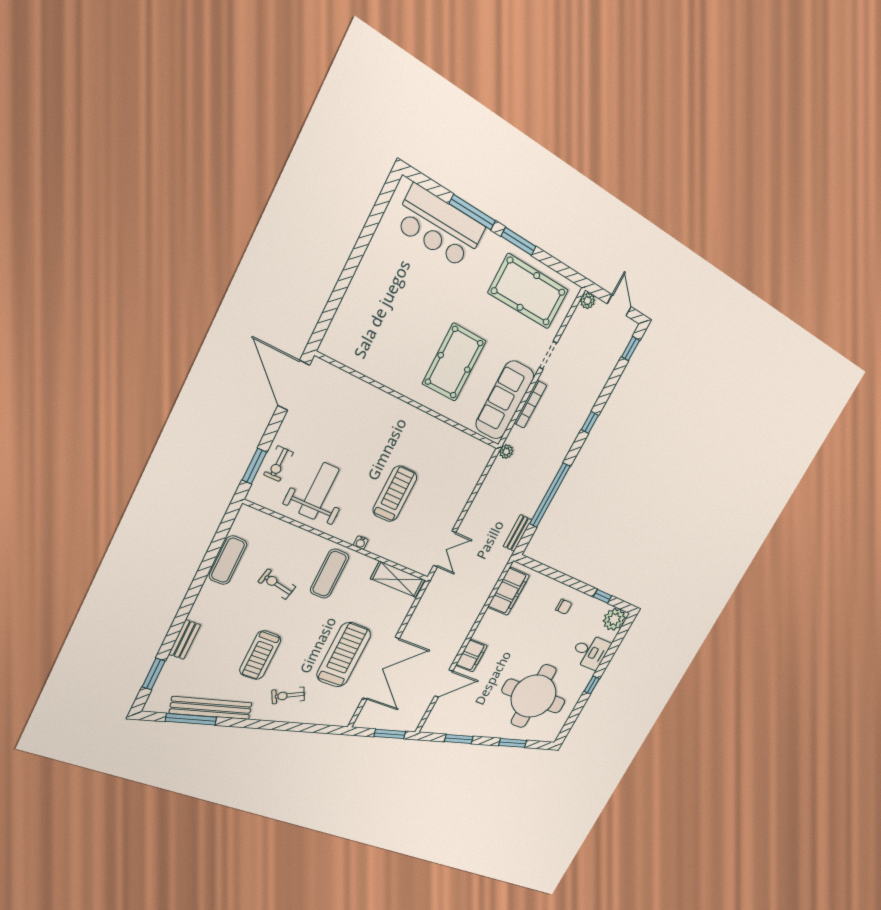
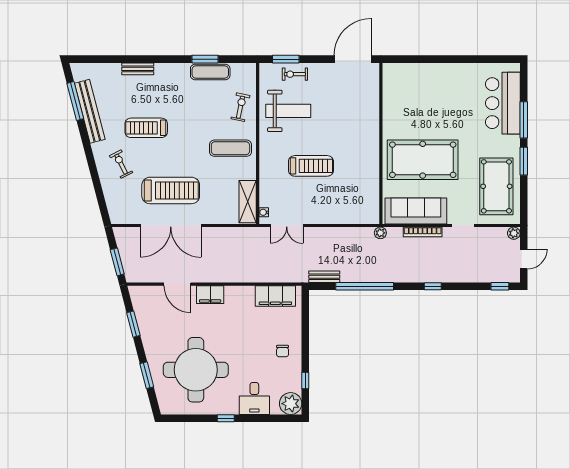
pool table: (454, 362) -> (423, 160), width x1.36, depth x1.32
water cooler: (361, 543) -> (264, 212), moved
exercise bike: (277, 584) -> (240, 107), moved
window: (154, 674) -> (205, 59), moved

